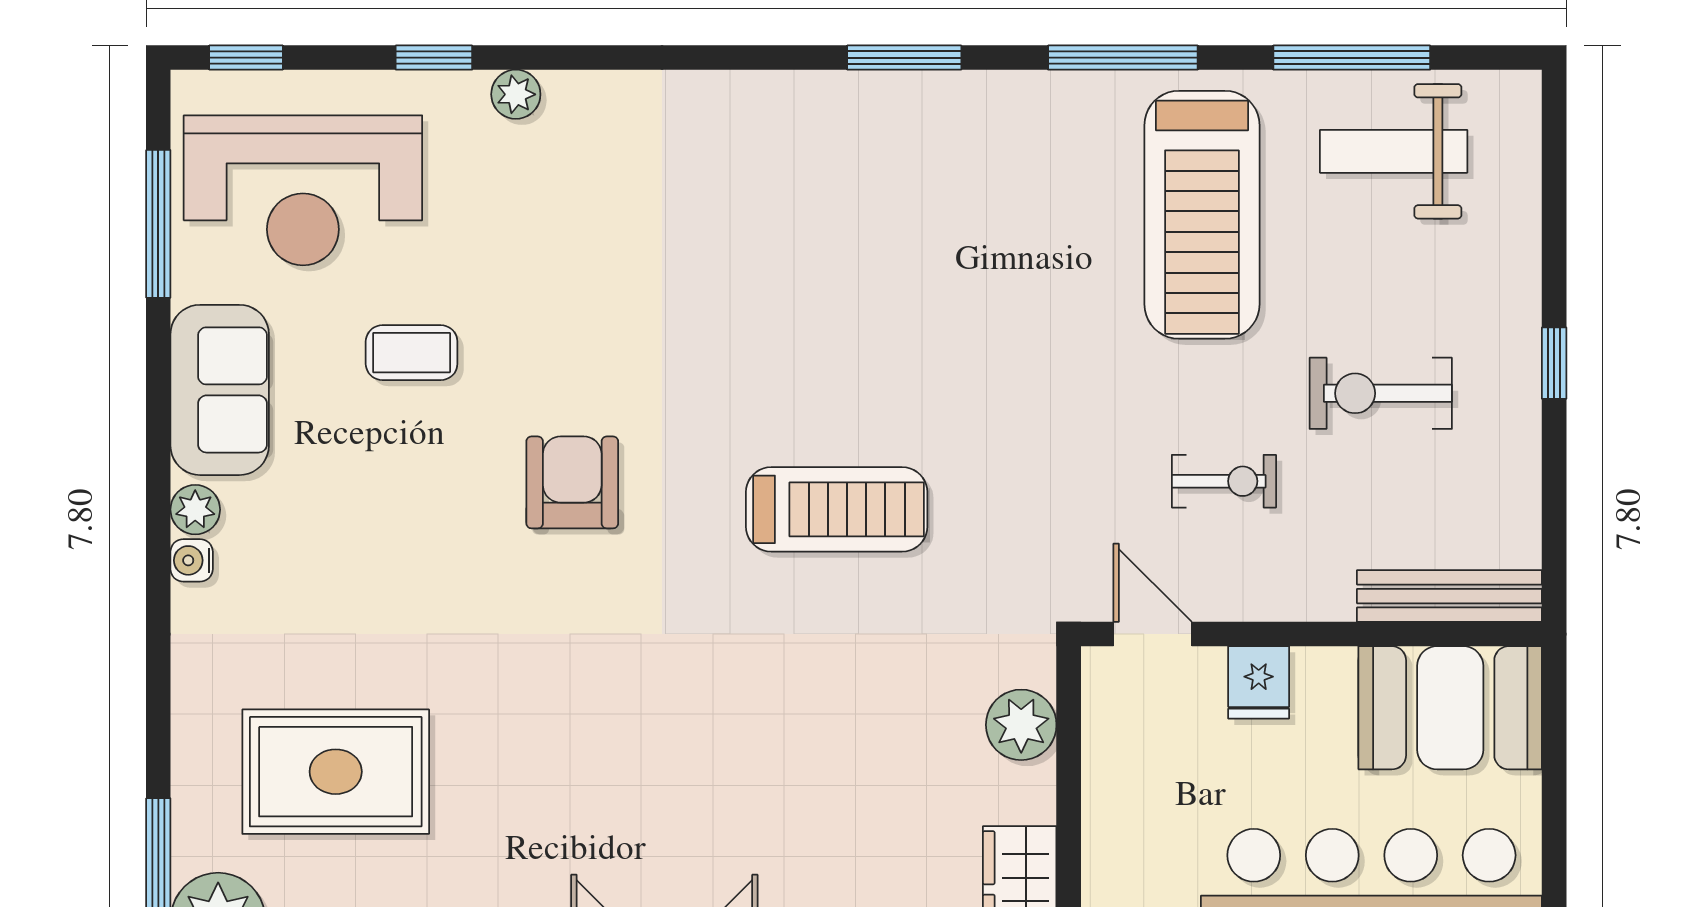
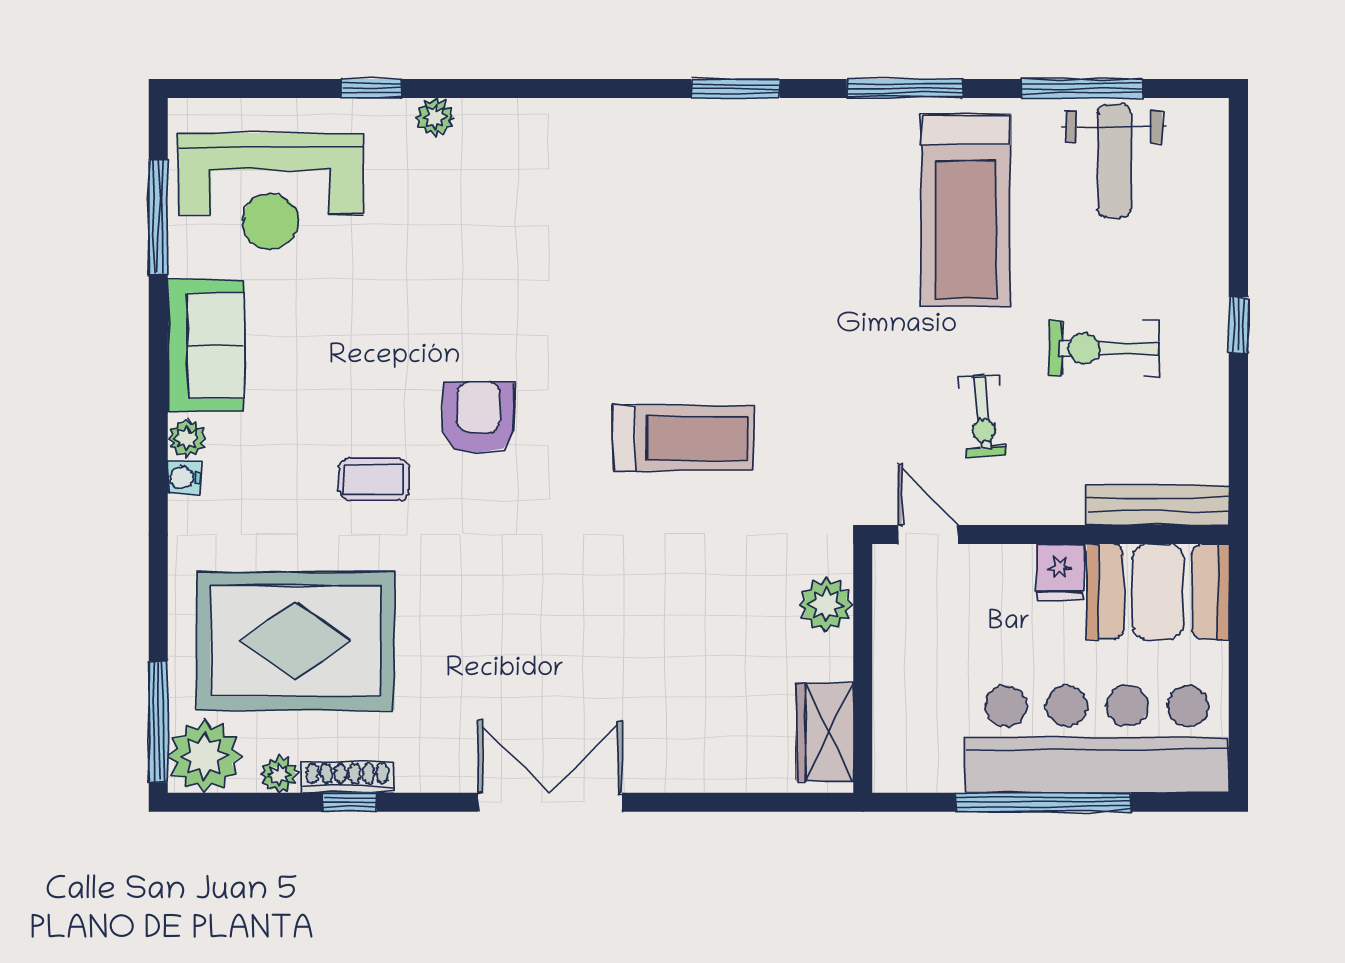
window: (246, 58) -> (226, 88), removed
weight bench: (1394, 151) -> (1114, 161), turned -90
coffee table: (412, 353) -> (374, 479), moved
exercise bike: (1224, 481) -> (983, 416), turned 85
fridge: (1259, 682) -> (1060, 572), moved
rug: (336, 772) -> (296, 641), width x1.37, depth x1.44

